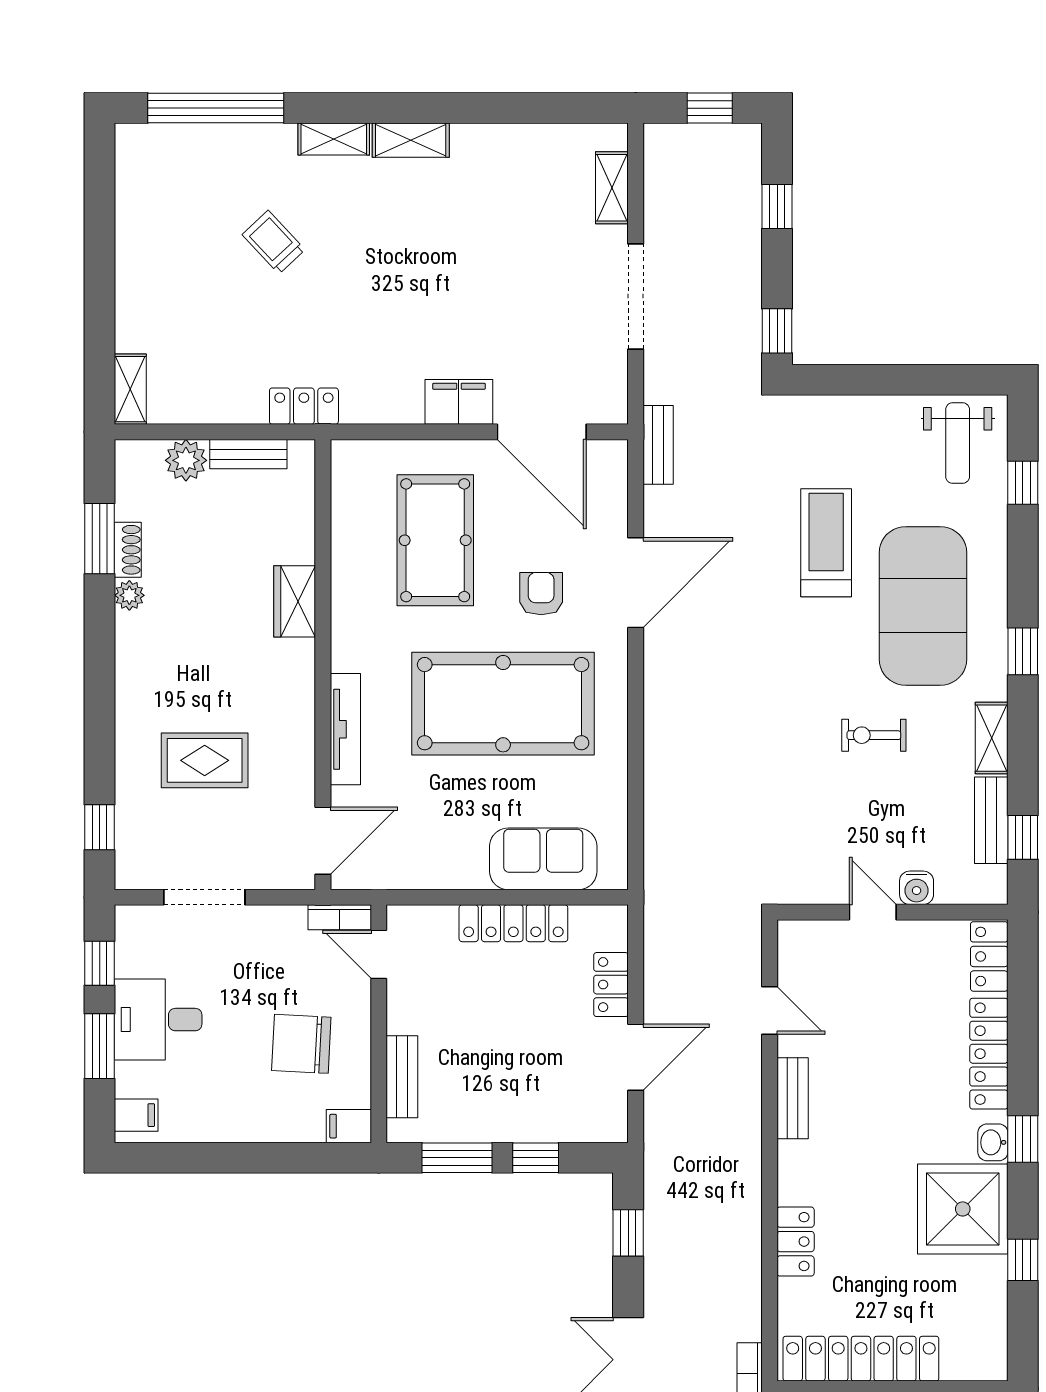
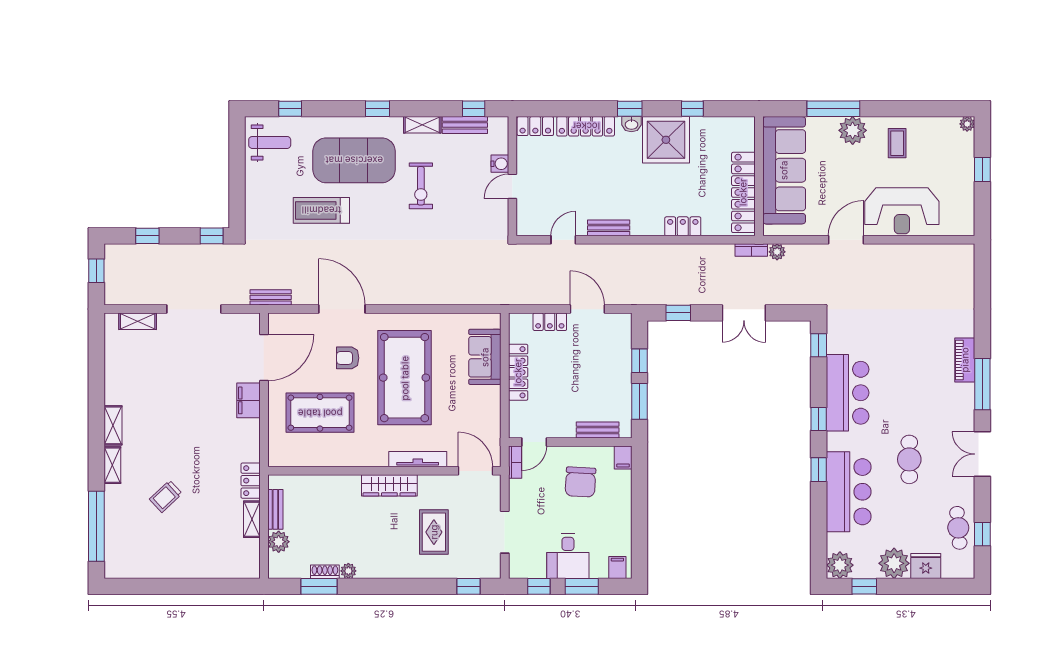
shelving: (130, 389) -> (252, 519), moved, turned 90
wardrobe: (295, 601) -> (389, 485), moved, width x1.50
exercise bike: (874, 735) -> (421, 186), width x1.38, depth x1.39

